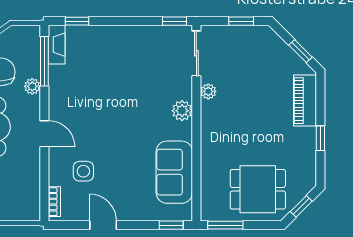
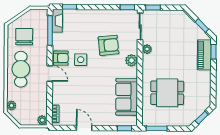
window: (241, 21) -> (153, 7), moved
armchair: (143, 85) -> (109, 45), added
plant: (32, 86) -> (42, 120), moved
armchair: (63, 108) -> (61, 58), added
window: (320, 138) -> (214, 52), moved
side table: (83, 171) -> (81, 60), moved
dining table: (258, 189) -> (167, 93), moved

